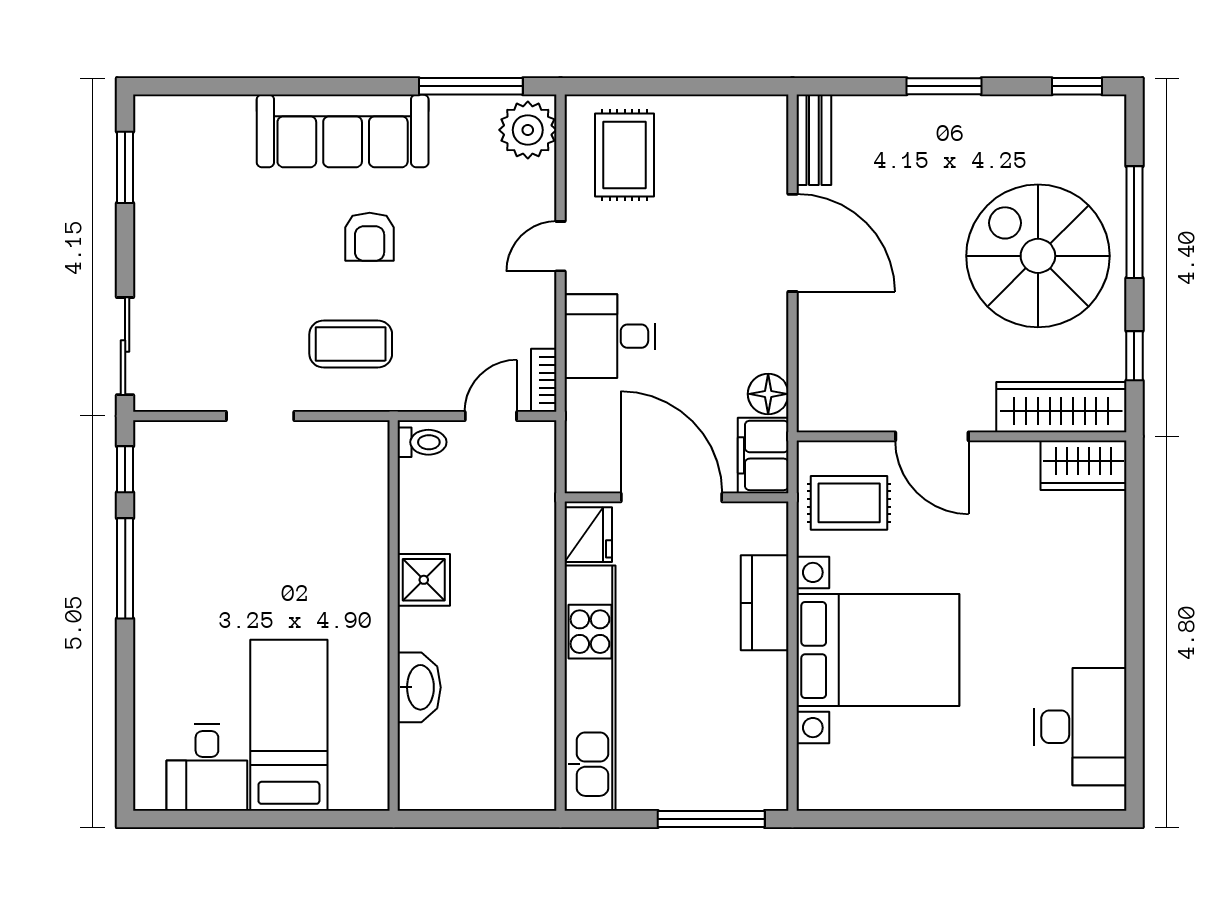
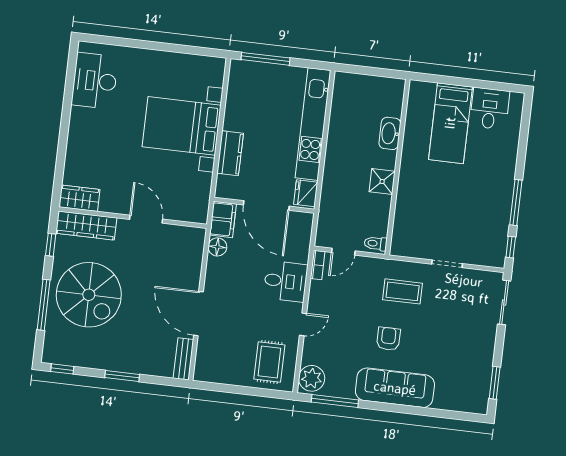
rug: (849, 503) -> (187, 194), removed

